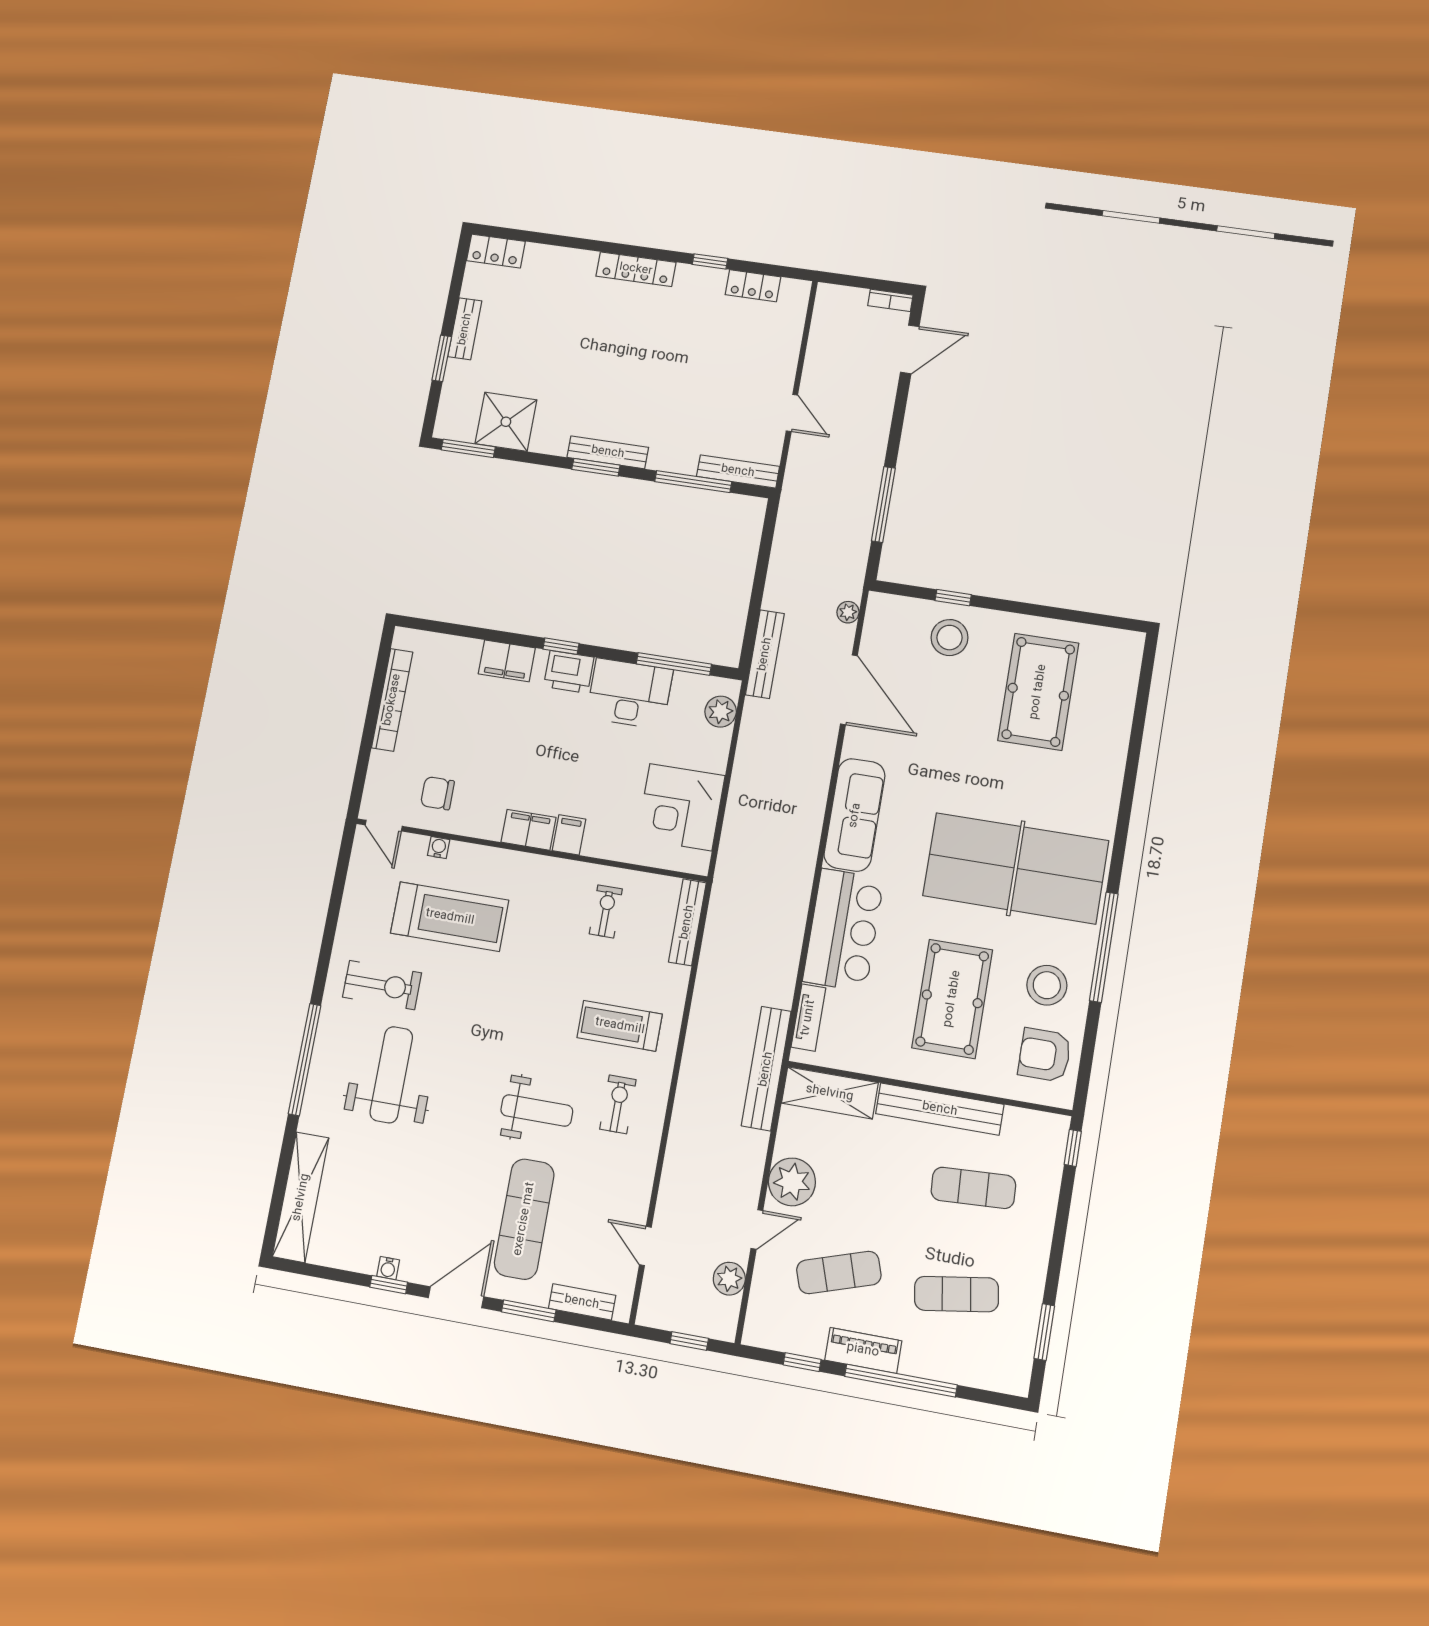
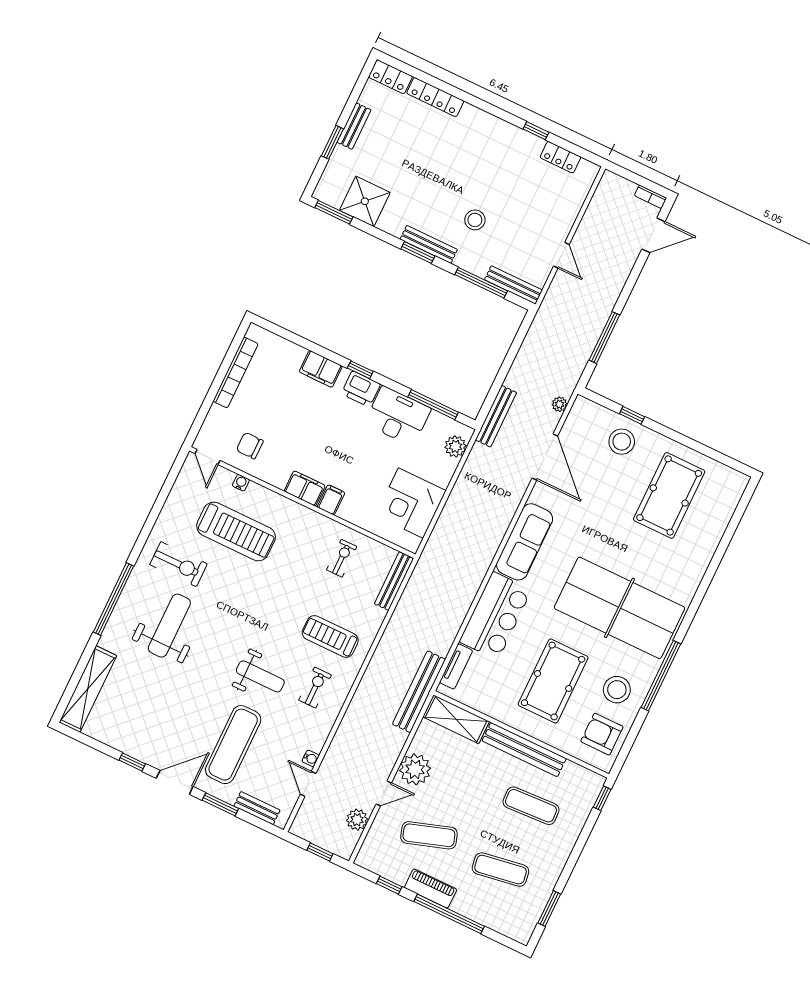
locker: (636, 269) -> (435, 97), moved
stool: (661, 402) -> (475, 220), added
water cooler: (388, 1268) -> (311, 758), moved, turned -90

